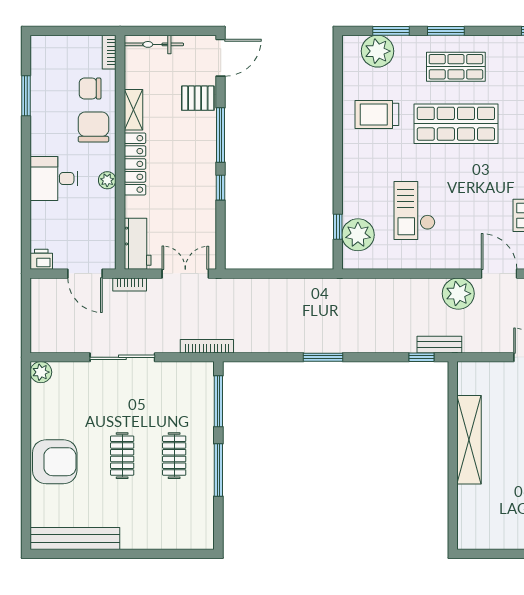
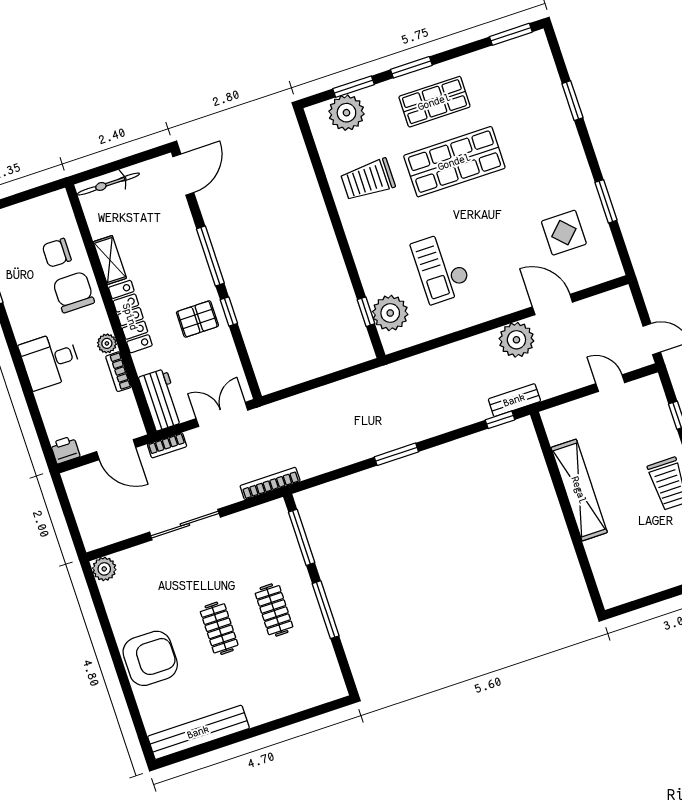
bookcase: (109, 52) -> (118, 372), moved
pallet: (198, 98) -> (197, 319), moved

